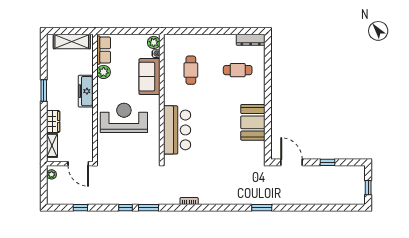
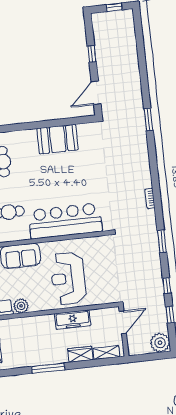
window: (44, 90) -> (48, 368), width x1.44
freezer: (86, 91) -> (73, 320), moved
bar counter: (177, 130) -> (65, 221), width x1.36
plant: (52, 174) -> (160, 343), moved, width x1.87, depth x1.87
window: (125, 208) -> (167, 286), moved

